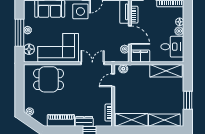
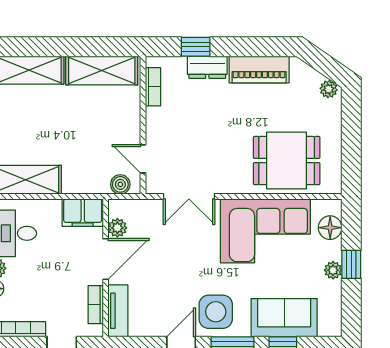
window: (20, 33) -> (351, 264), width x0.46
door: (130, 35) -> (106, 259), swing flipped
door: (113, 80) -> (143, 159), swing flipped

